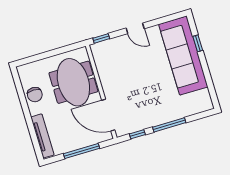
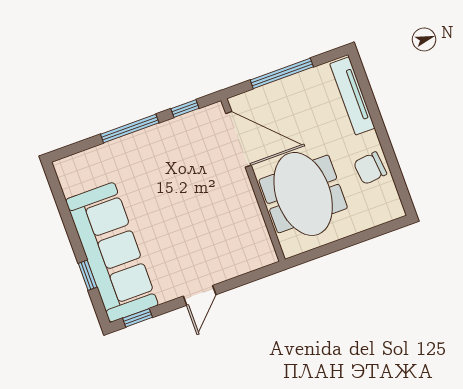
door: (135, 28) -> (200, 295), swing flipped
window: (101, 38) -> (138, 318), moved
chair: (35, 95) -> (370, 168), turned -96

